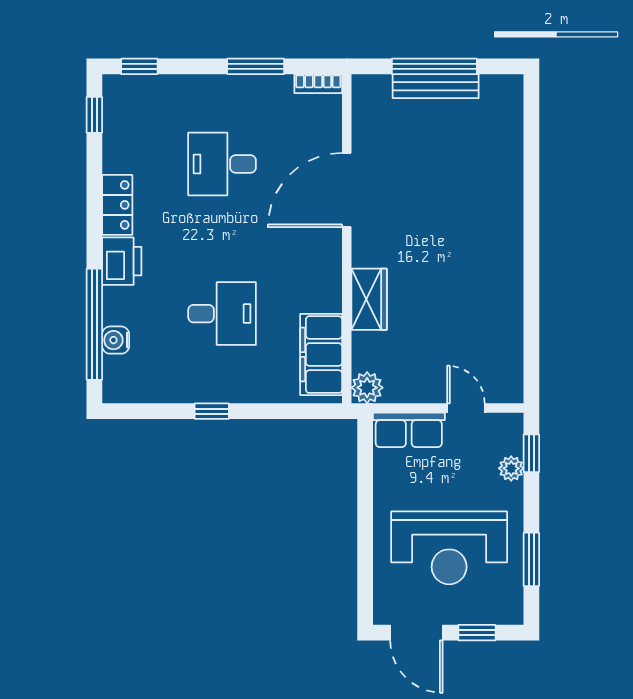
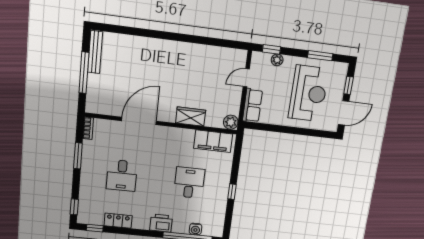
bench: (436, 86) -> (95, 52), moved
door: (347, 190) -> (139, 121), swing flipped
locker: (117, 205) -> (118, 221), moved

